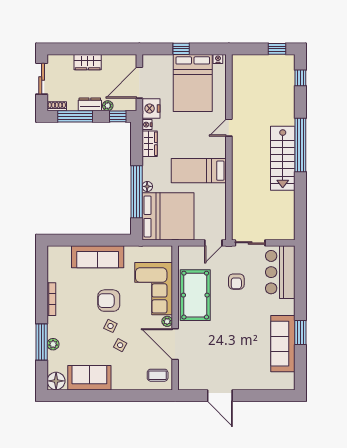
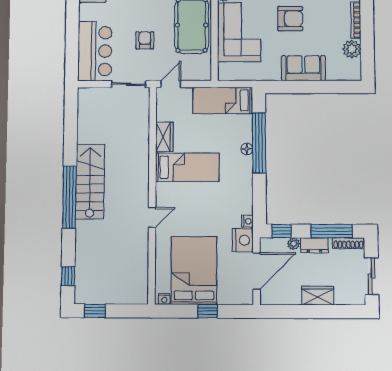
shoe rack: (57, 106) -> (348, 243), width x1.43
wardrobe: (150, 144) -> (164, 137), moved, turned 180
bed: (168, 216) -> (223, 100), width x0.49
sofa: (98, 257) -> (303, 68), width x0.73
plant: (55, 273) -> (352, 49), added

